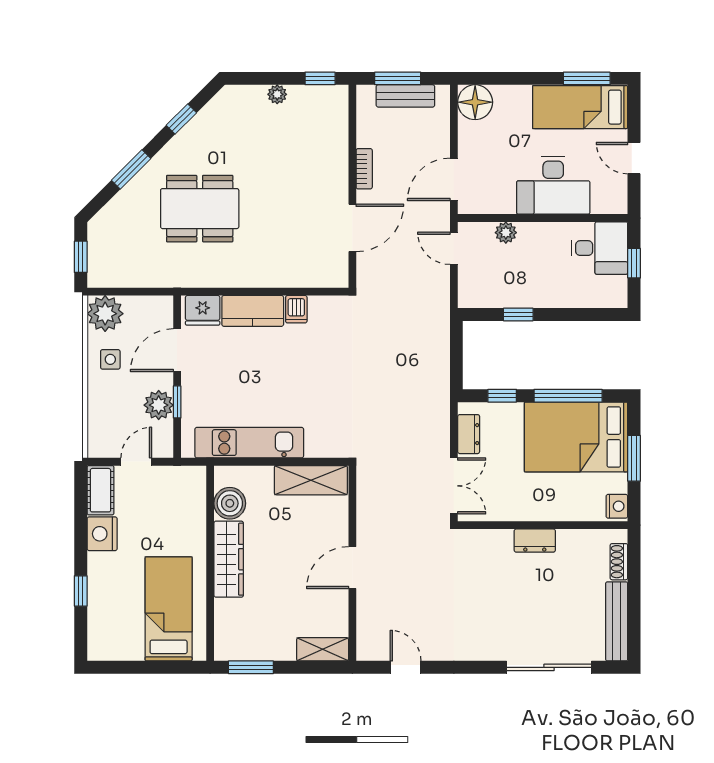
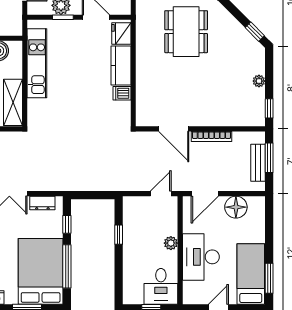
floor lamp: (475, 102) -> (236, 207), moved
window: (181, 119) -> (255, 32), moved
bookcase: (364, 169) -> (211, 136), width x1.56
door: (454, 179) -> (205, 194), swing flipped
plant: (506, 233) -> (171, 243), moved

